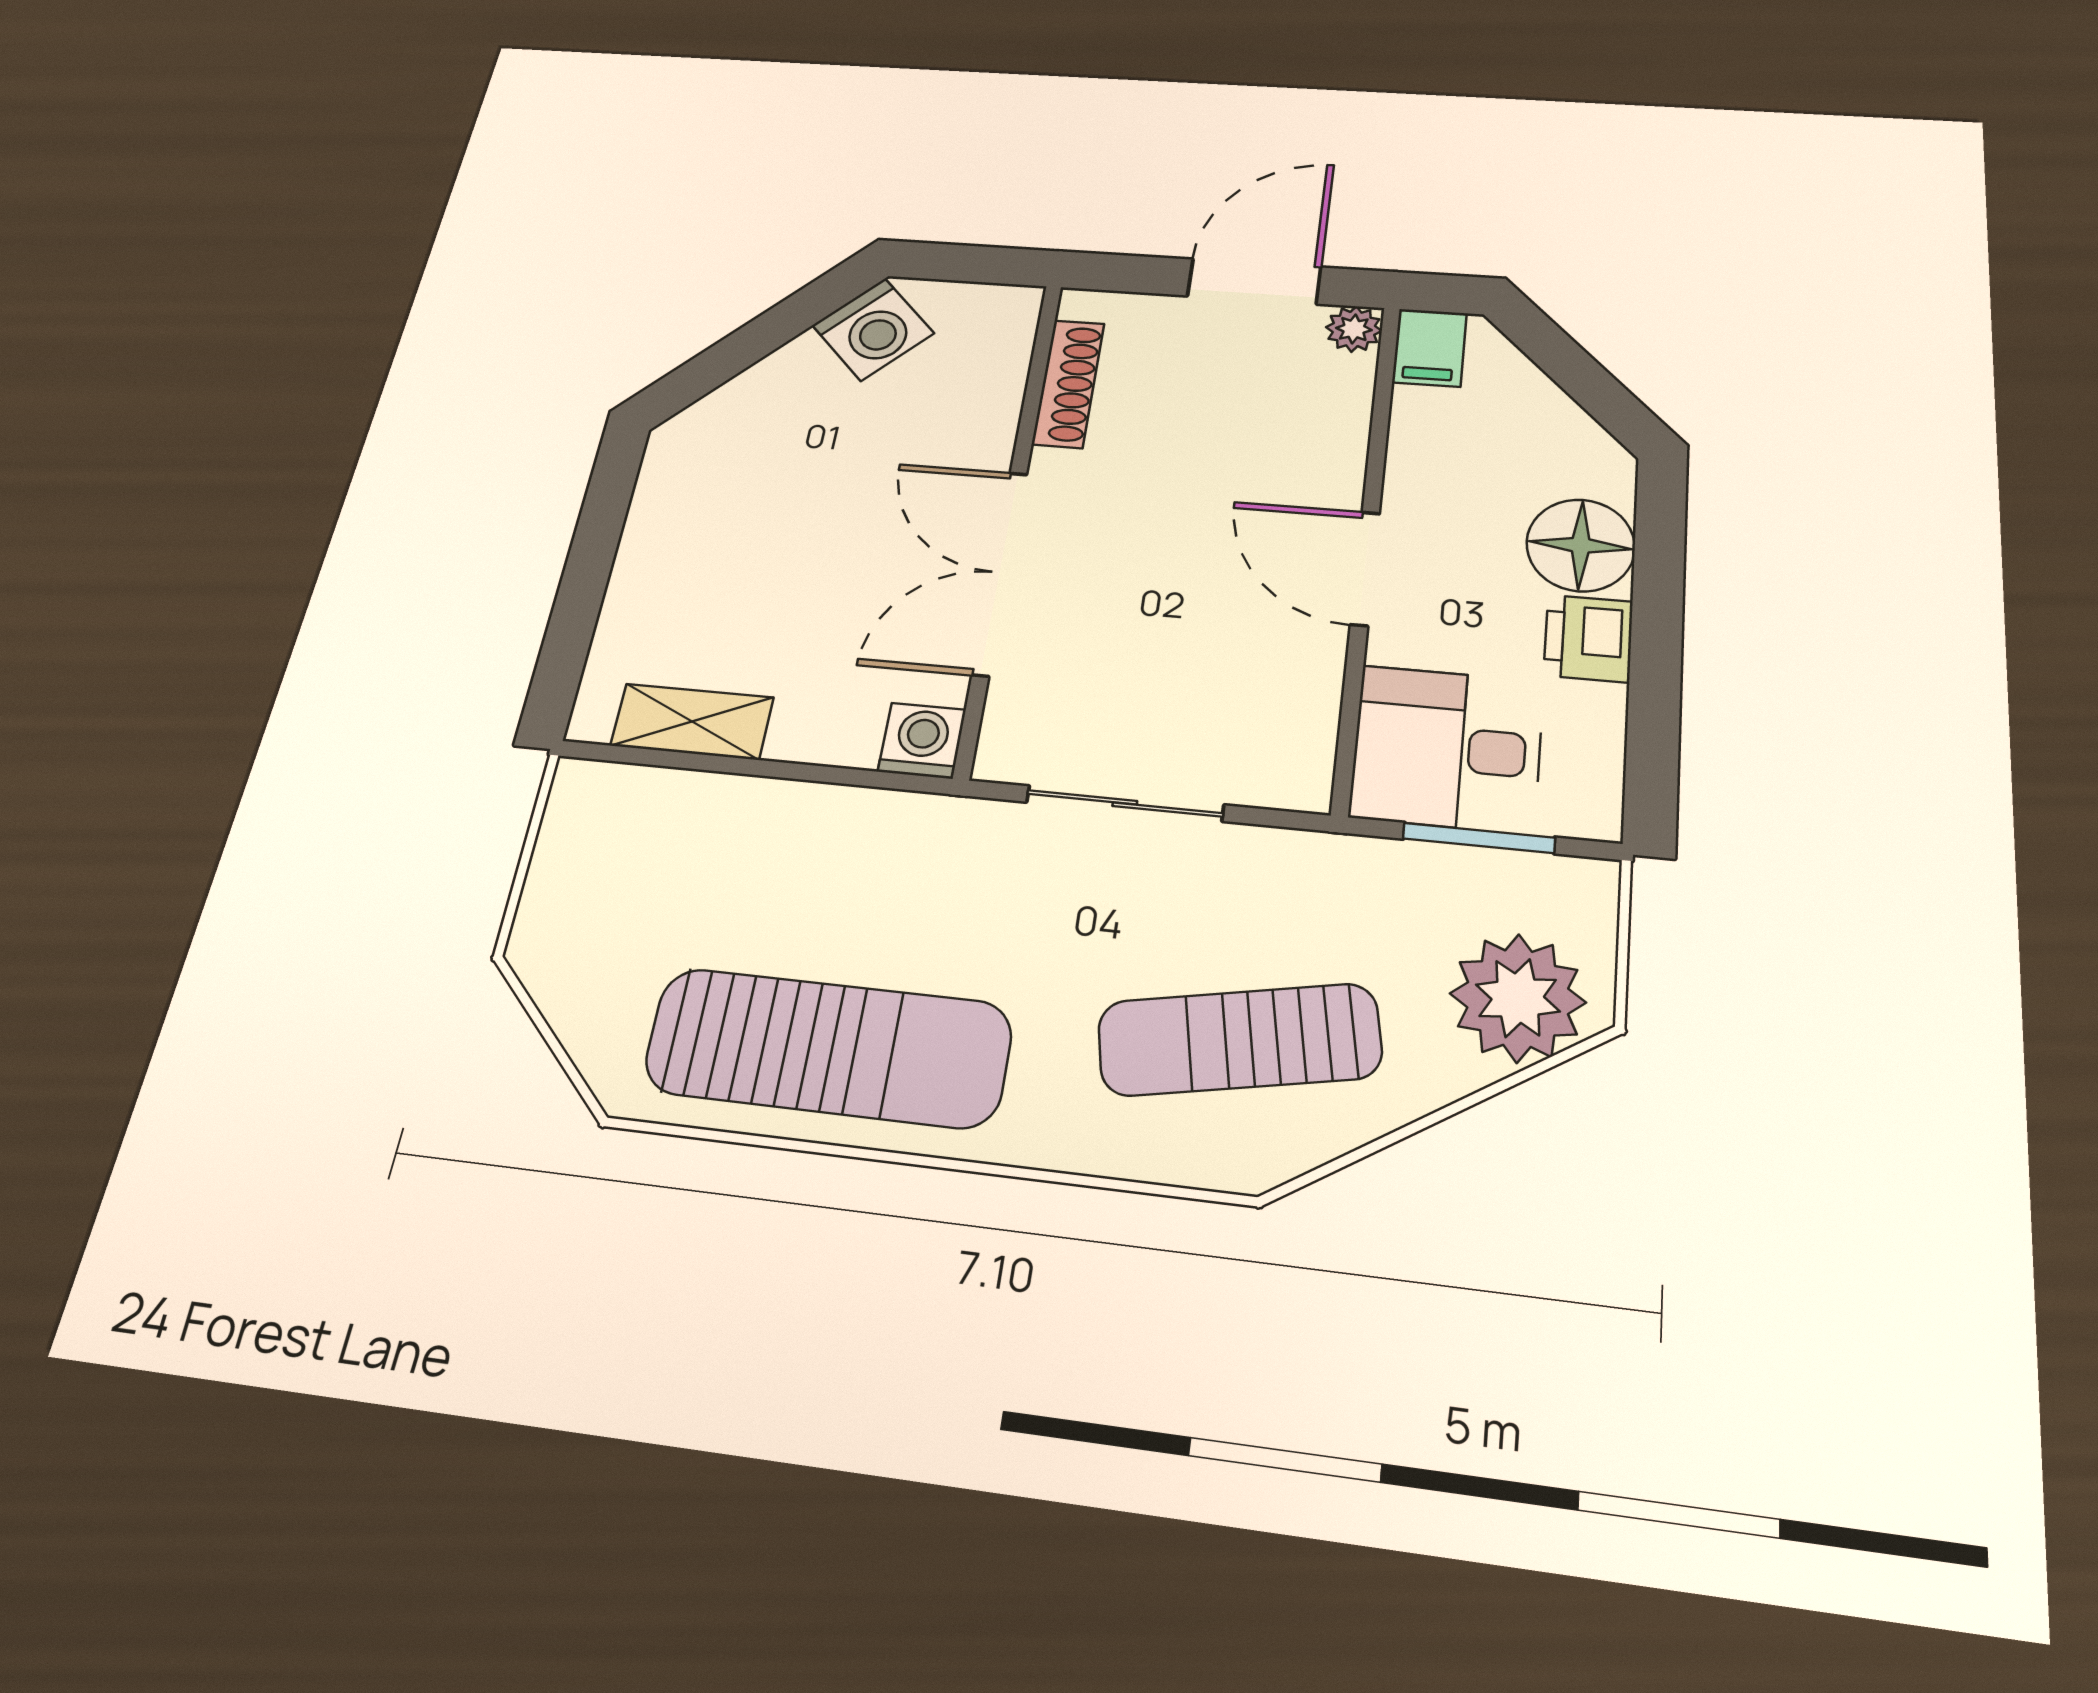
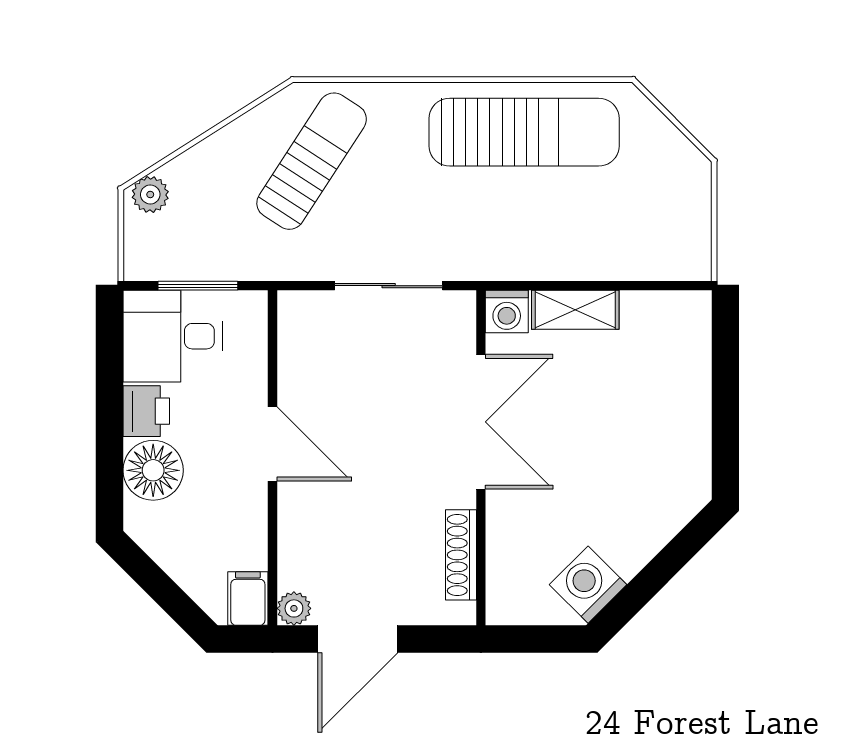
shelving: (692, 722) -> (575, 310), moved
desk: (1447, 749) -> (173, 336), moved, turned 180
plant: (1518, 998) -> (150, 194), width x0.53, depth x0.53
sun lounger: (1239, 1040) -> (312, 161), turned -46
sun lounger: (828, 1048) -> (524, 132), turned 180

